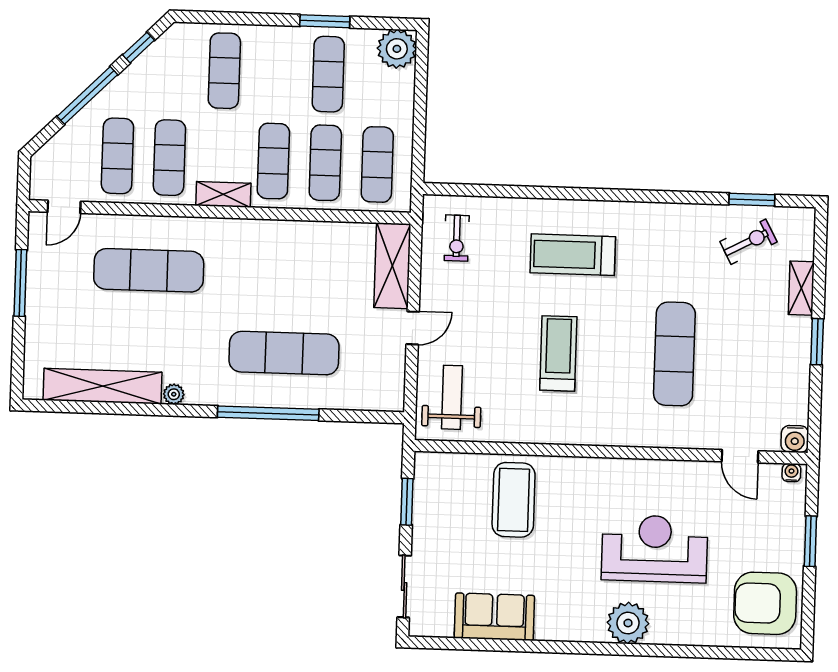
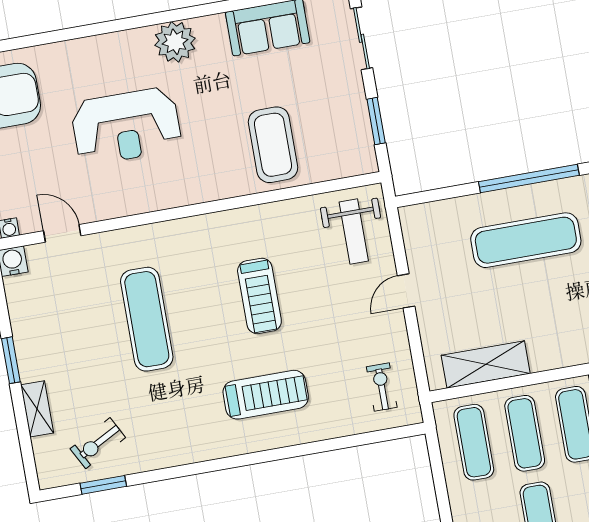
shelving: (392, 266) -> (486, 364), moved, turned 90
plant: (628, 623) -> (175, 42), moved

